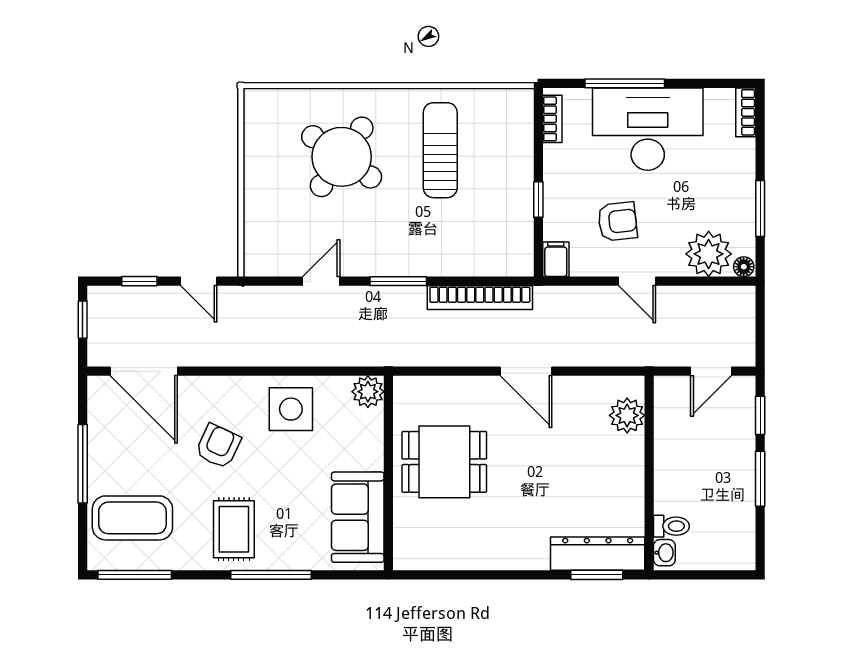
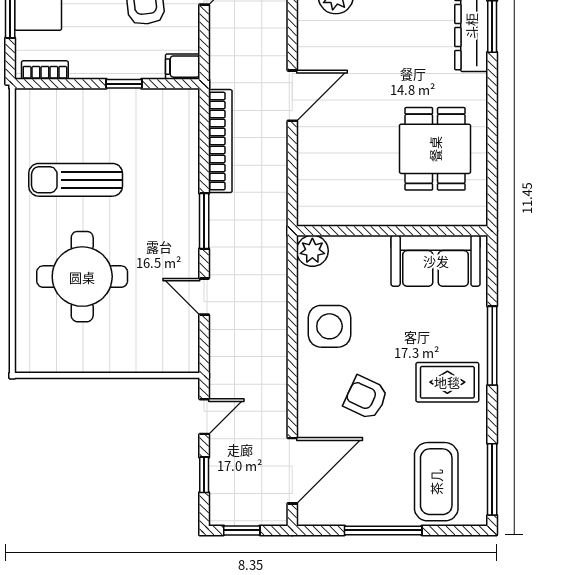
round table: (342, 157) -> (82, 277), turned -35
dining table: (444, 462) -> (435, 149), moved

